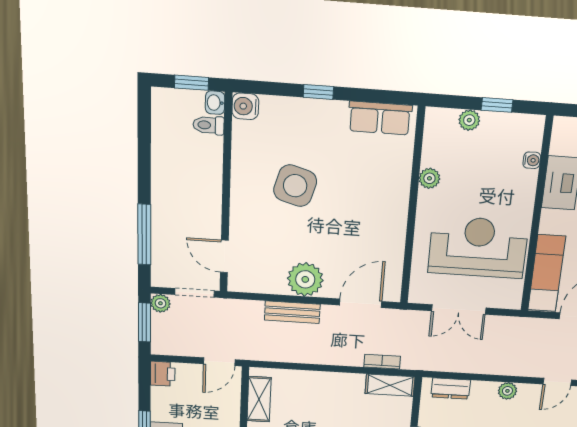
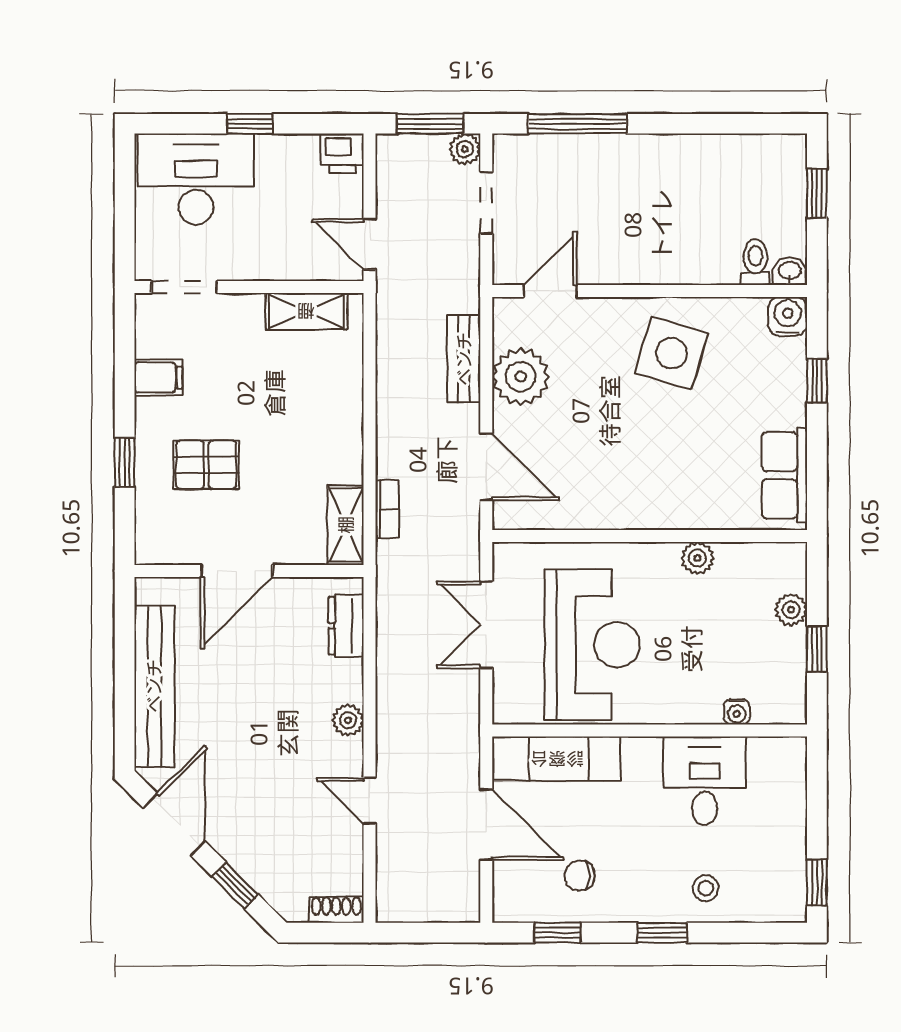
washbasin: (215, 103) -> (790, 271), moved
water cooler: (245, 106) -> (788, 316), moved
toilet: (209, 125) -> (755, 262), moved
wall: (226, 195) -> (650, 291), moved
door: (224, 256) -> (550, 291), moved

